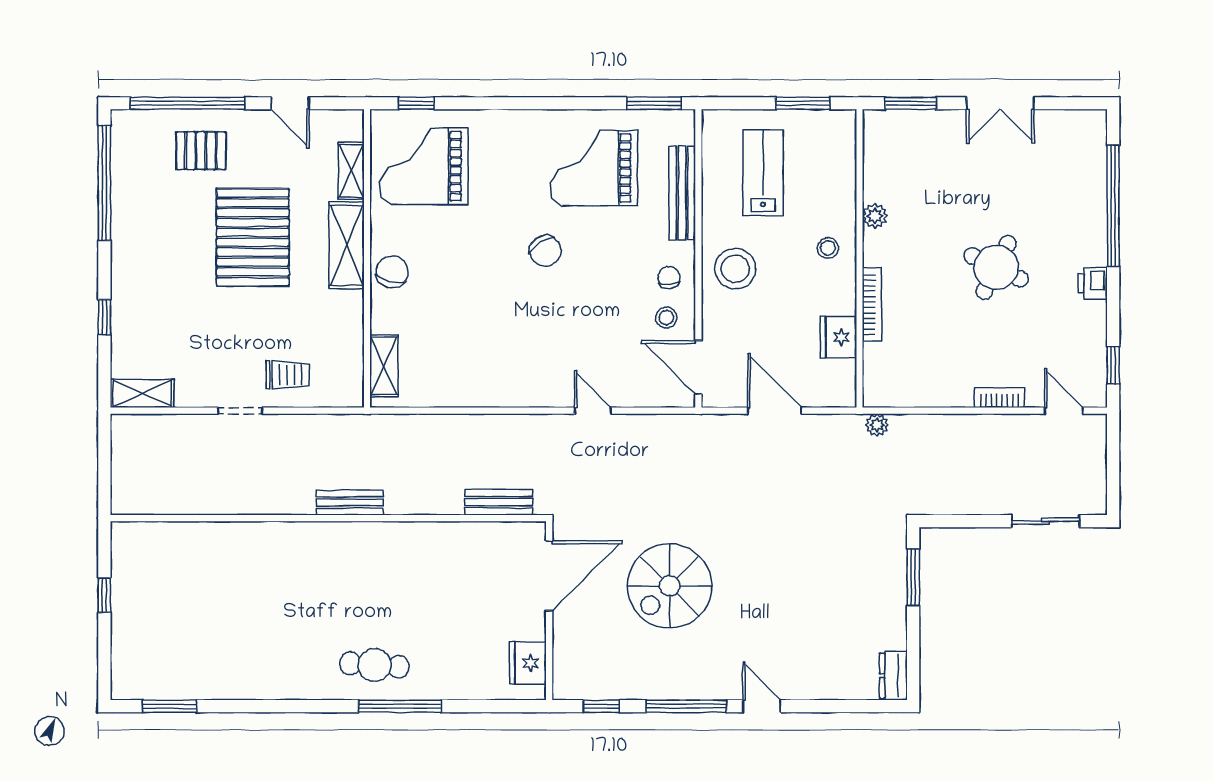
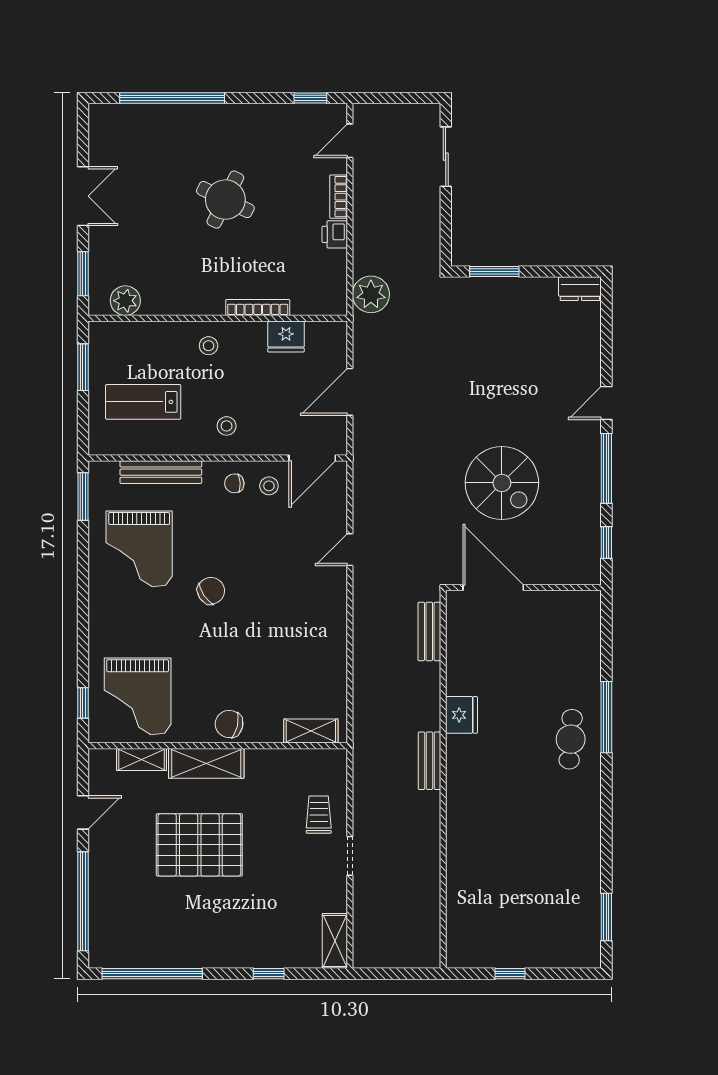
pallet: (201, 151) -> (124, 890), removed
plant: (875, 216) -> (125, 301), moved, width x1.38, depth x1.38
stool: (735, 269) -> (227, 426), width x0.53, depth x0.53
printer: (1093, 283) -> (335, 234), moved, turned 90
plant: (877, 425) -> (371, 294), width x1.88, depth x1.88
fridge: (528, 663) -> (462, 715), moved, turned -90

